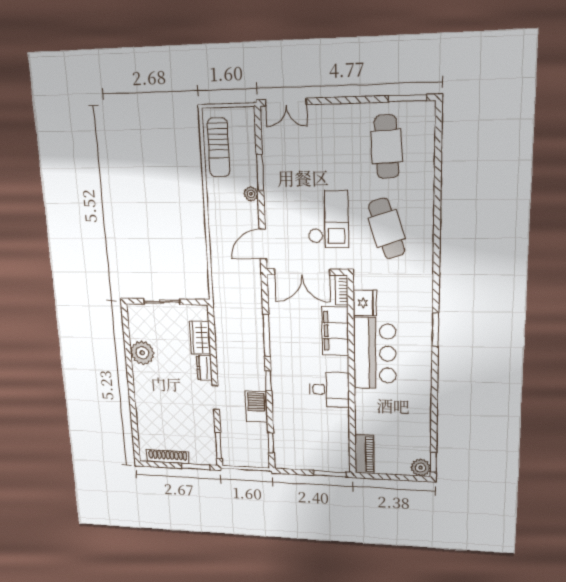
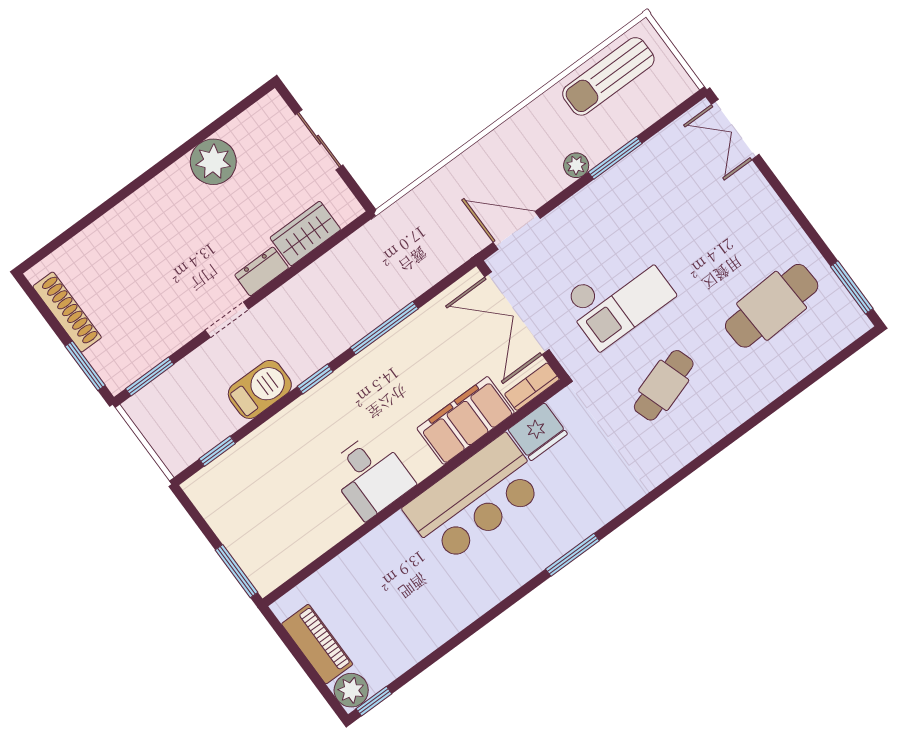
cafe table: (387, 229) -> (664, 385), width x0.73, depth x0.74
piano: (365, 454) -> (317, 644), moved, turned -90

